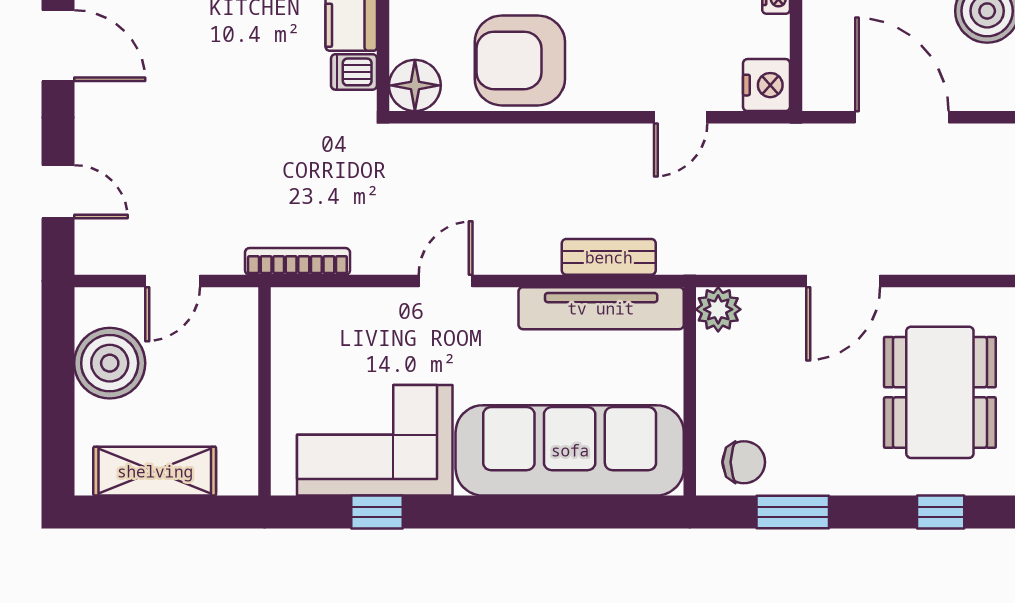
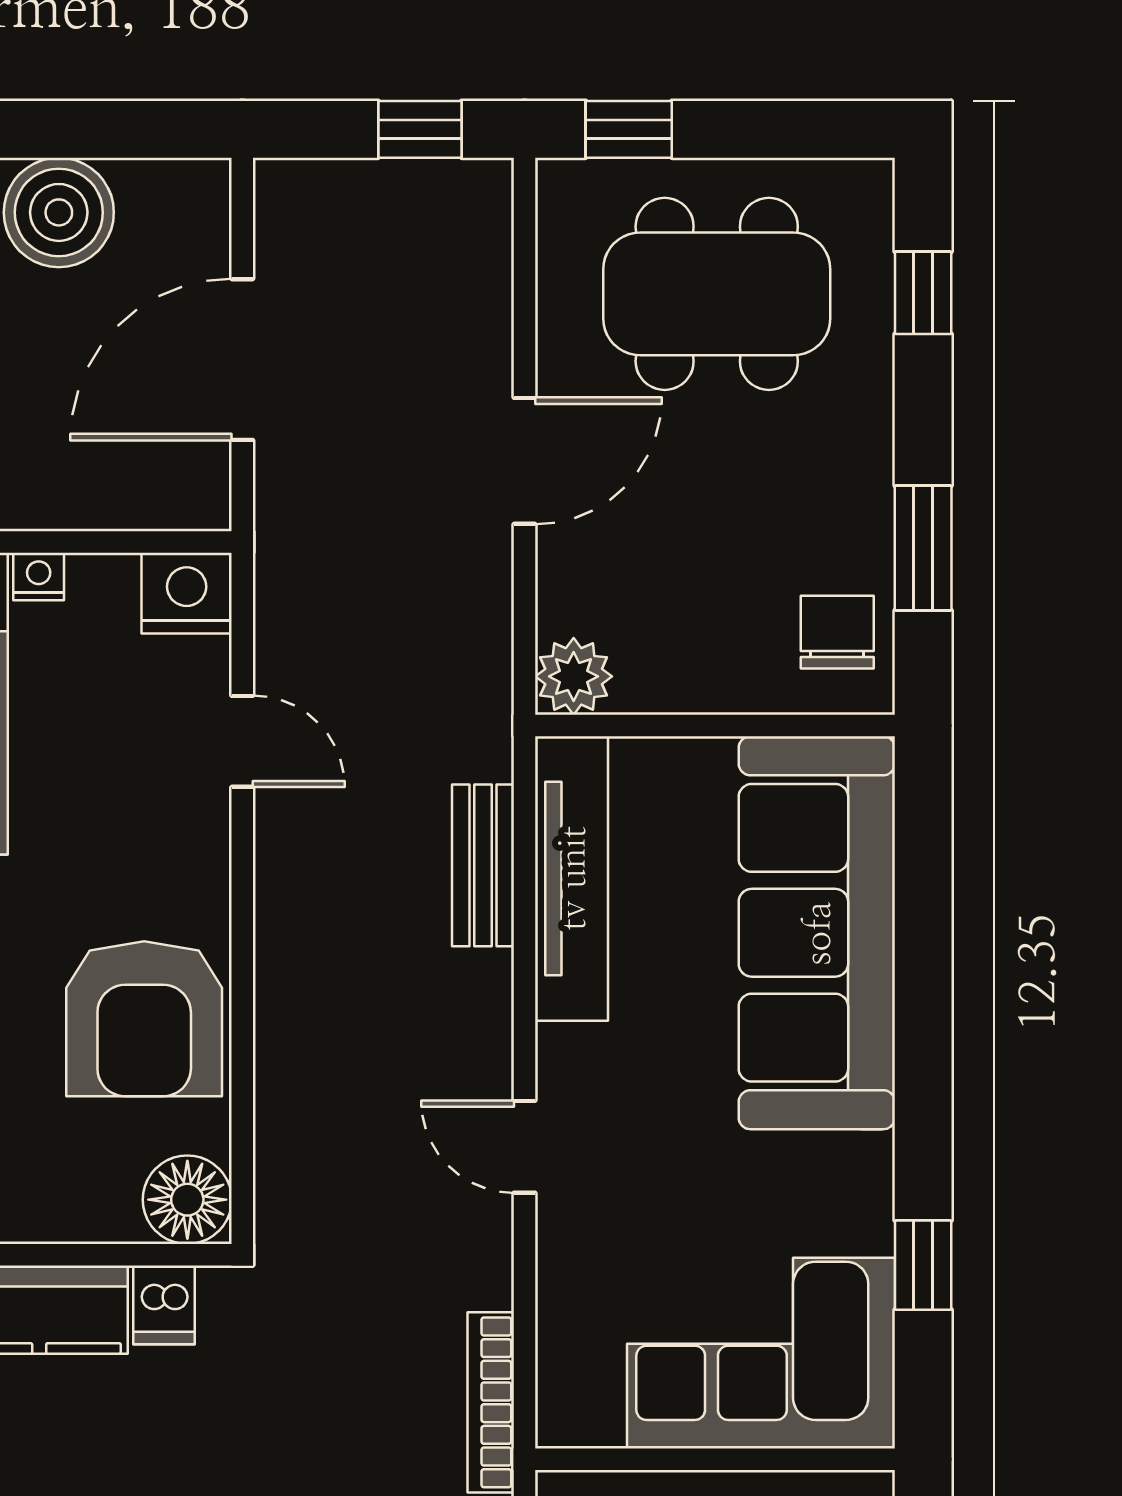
door: (843, 281) -> (524, 461), hinge flipped
corner sofa: (375, 440) -> (761, 1353), moved, turned 90

